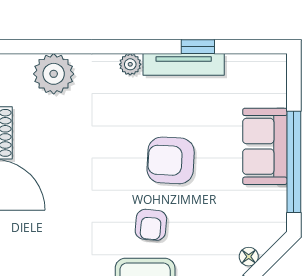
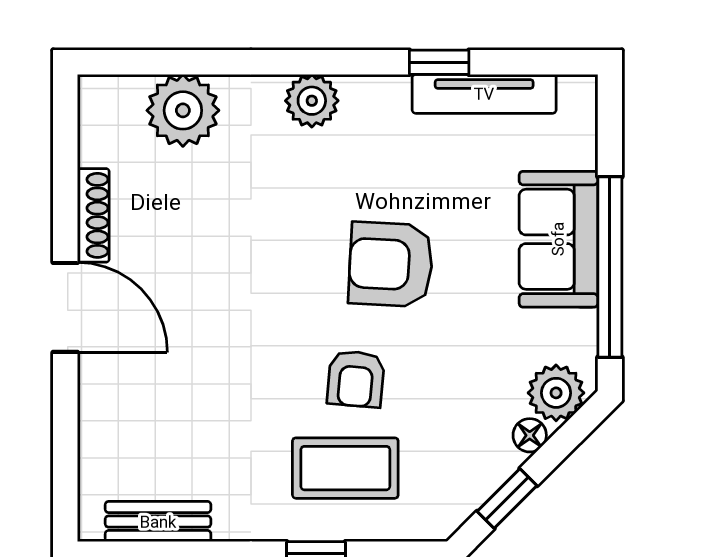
plant: (130, 64) -> (312, 101), width x1.38, depth x1.38
tv unit: (184, 64) -> (484, 94), moved
plant: (264, 233) -> (556, 393), added

